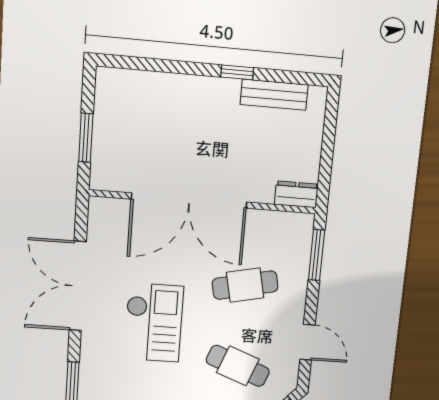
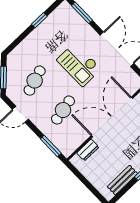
dresser: (296, 194) -> (88, 150), moved
cafe table: (238, 366) -> (35, 81), turned -39

